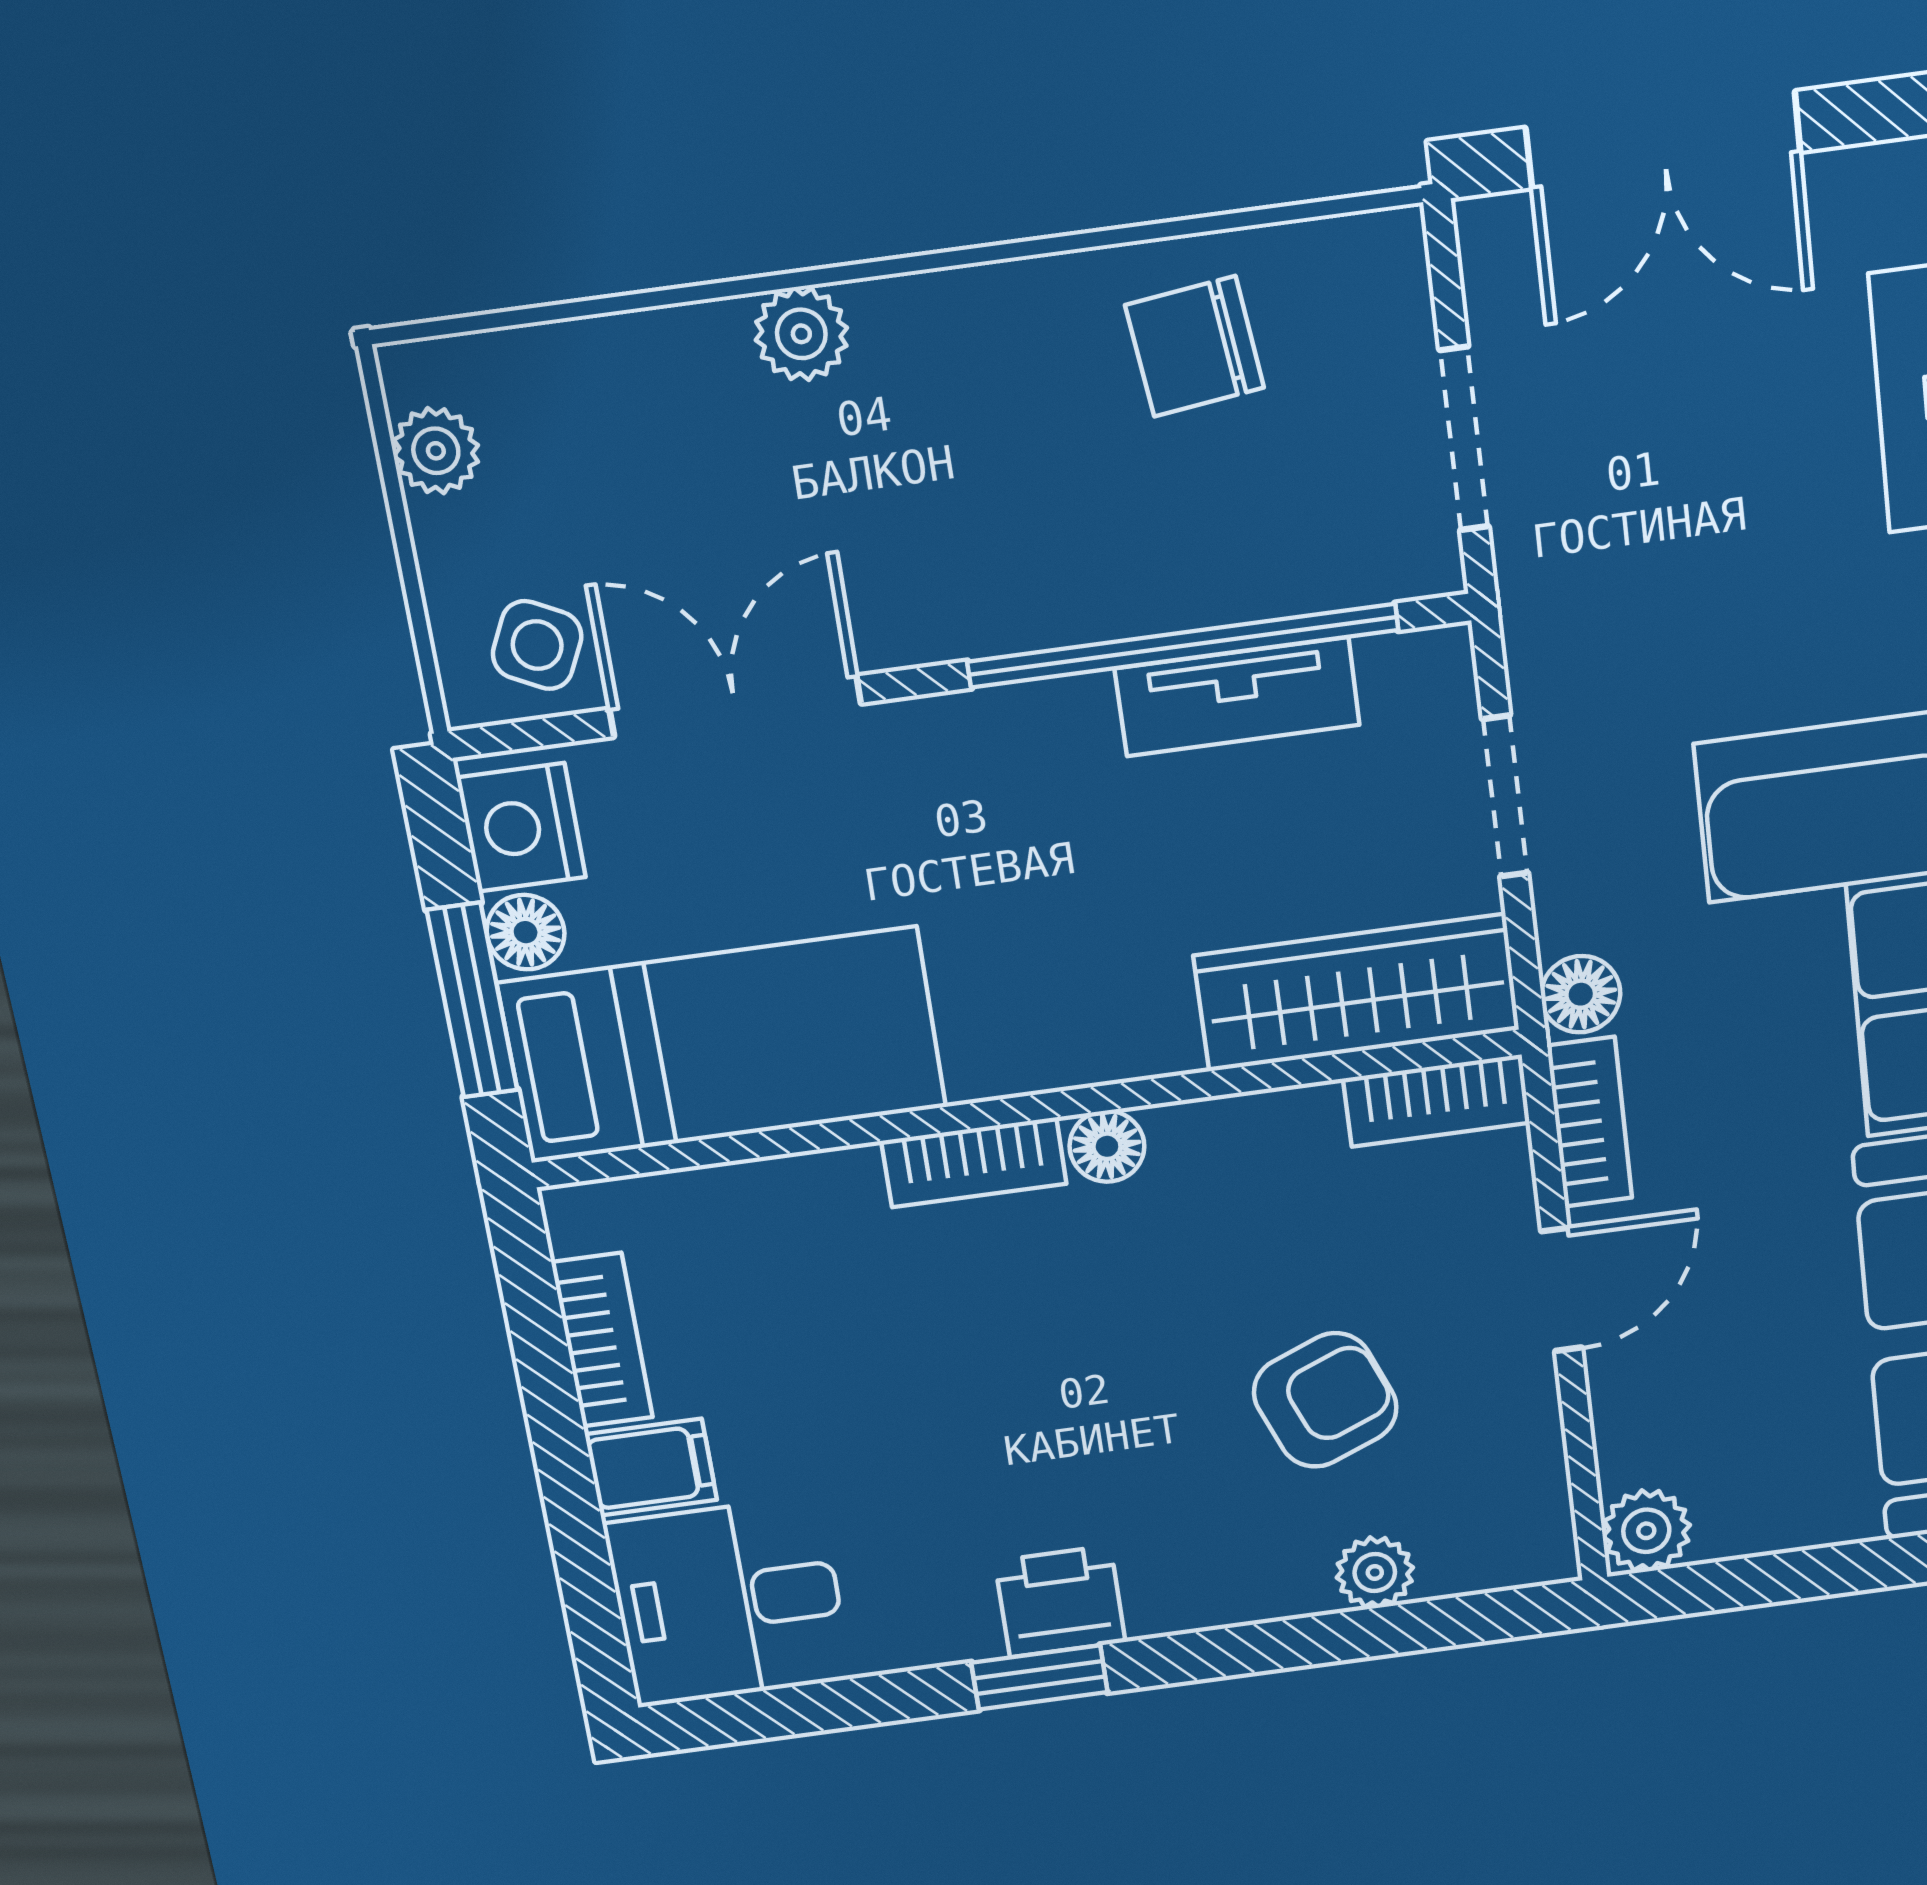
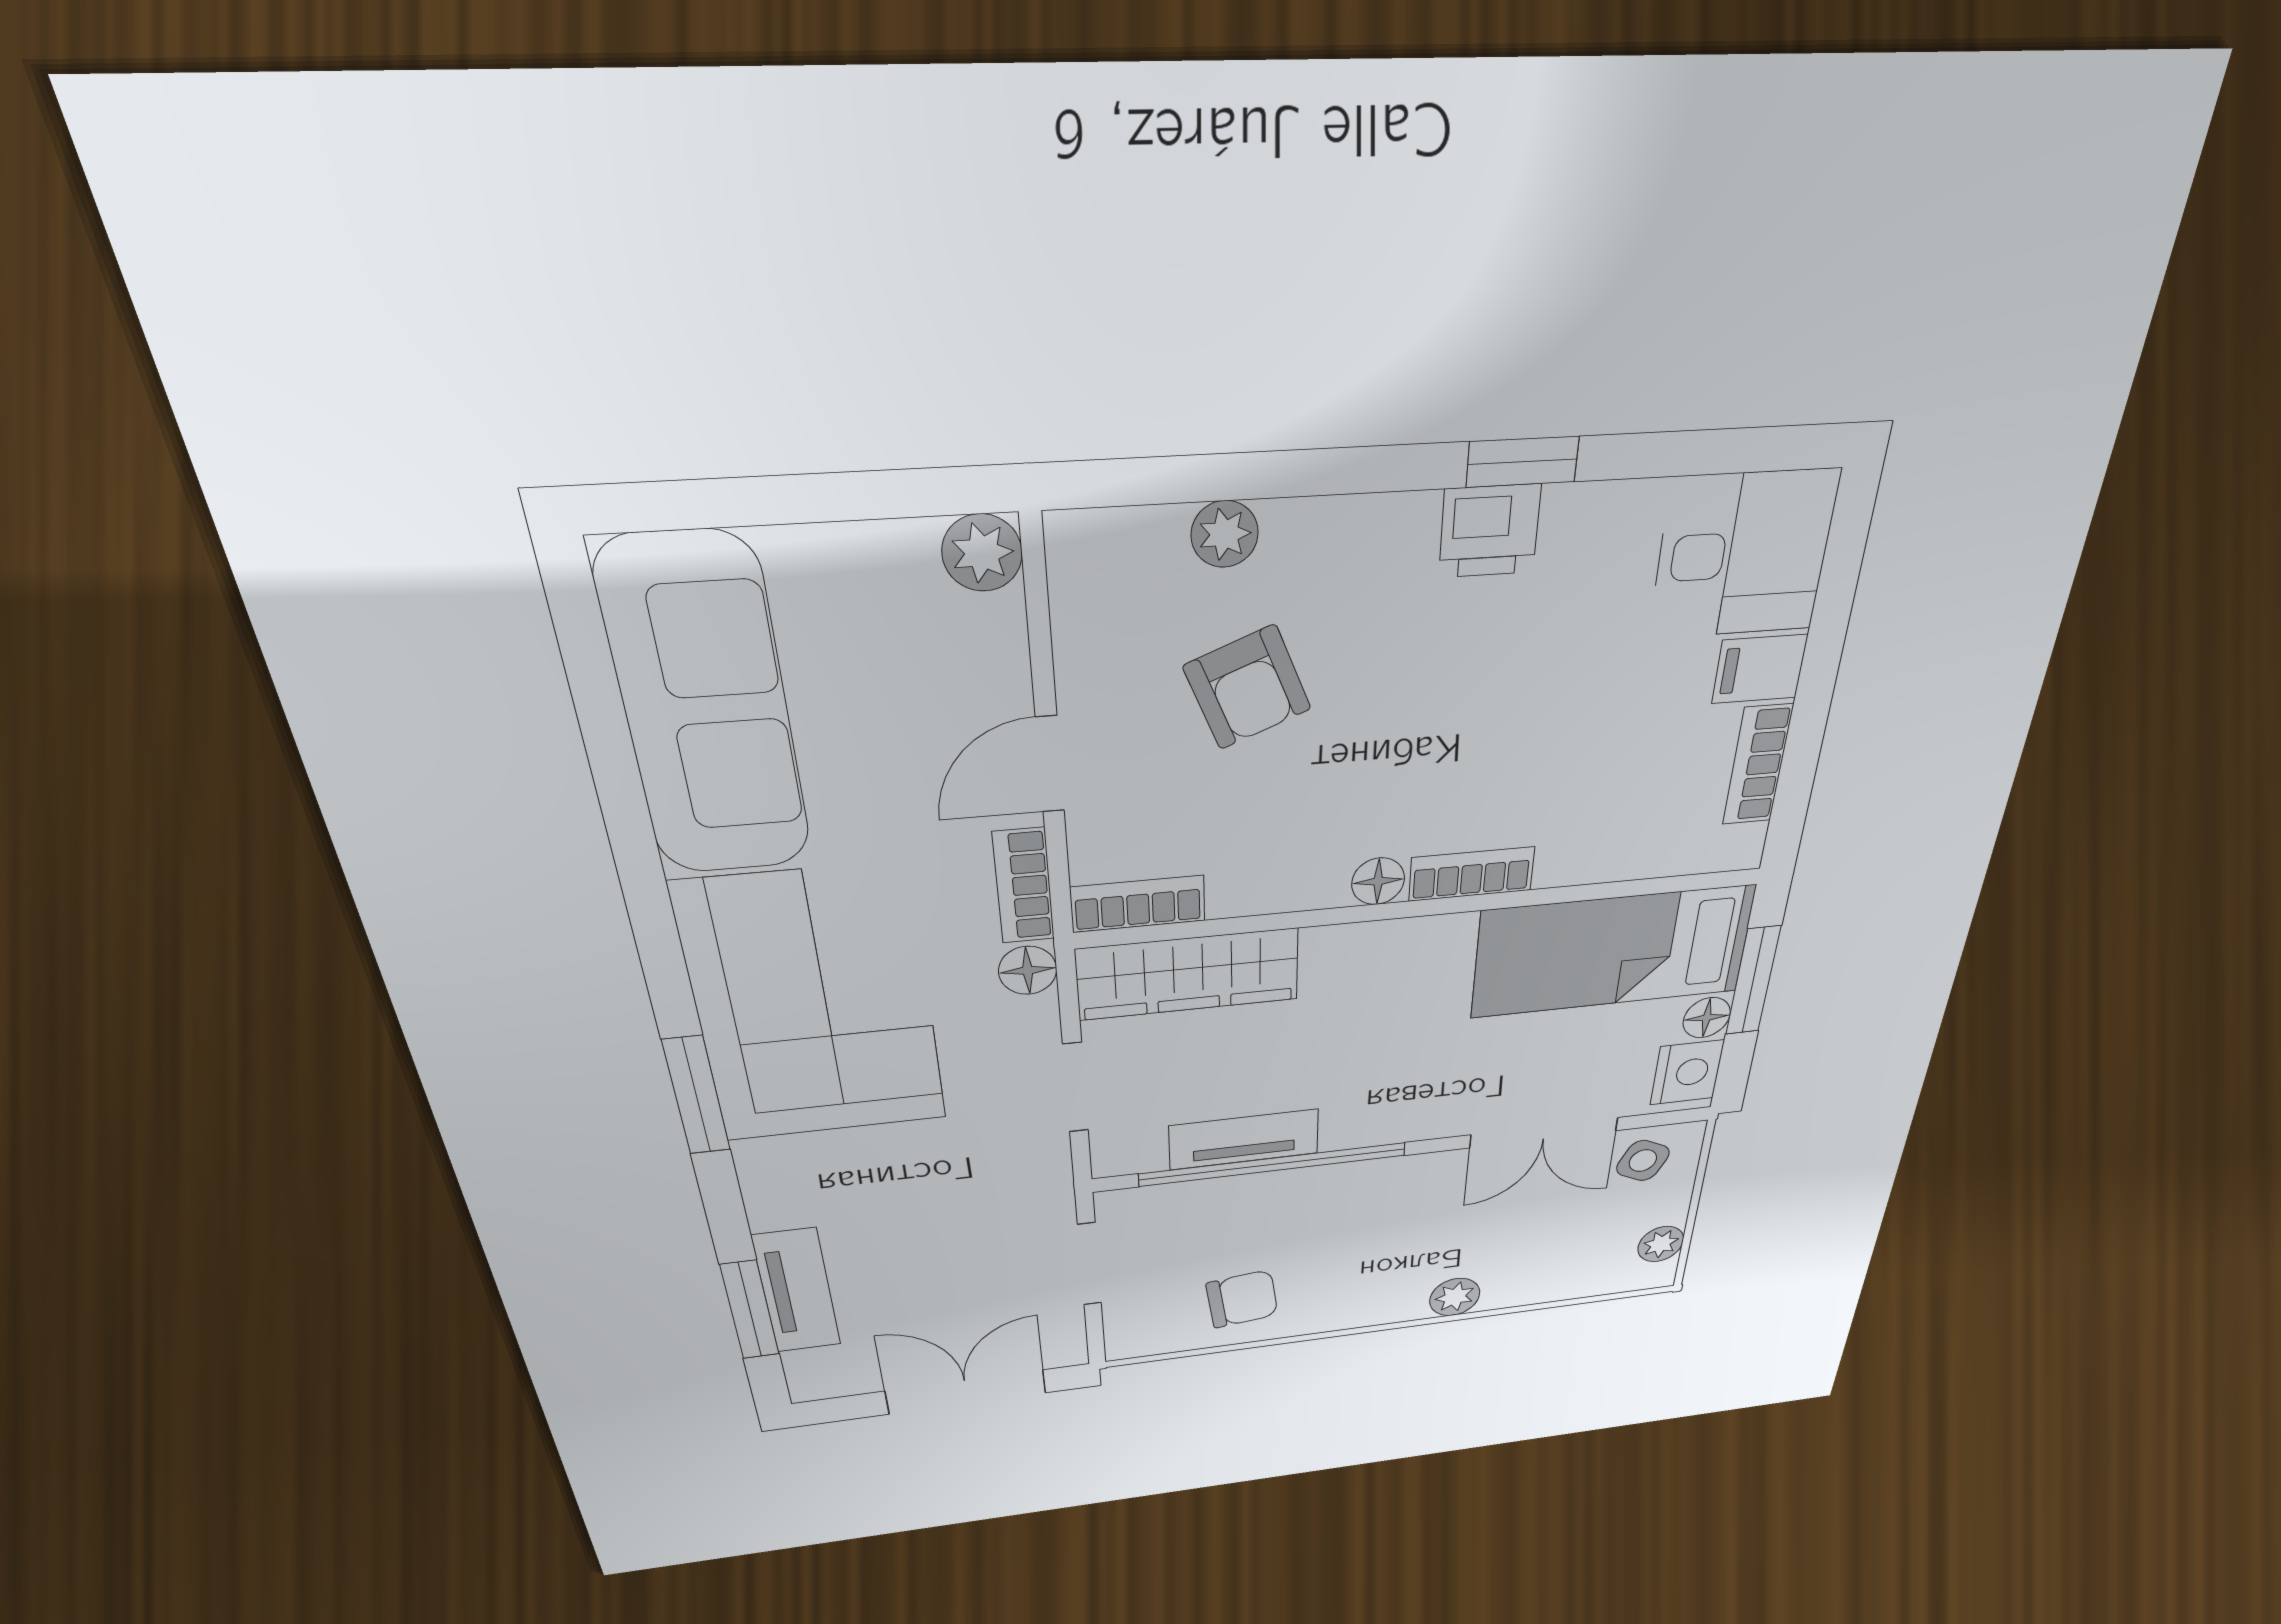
armchair: (1325, 1400) -> (1247, 688), turned -90

